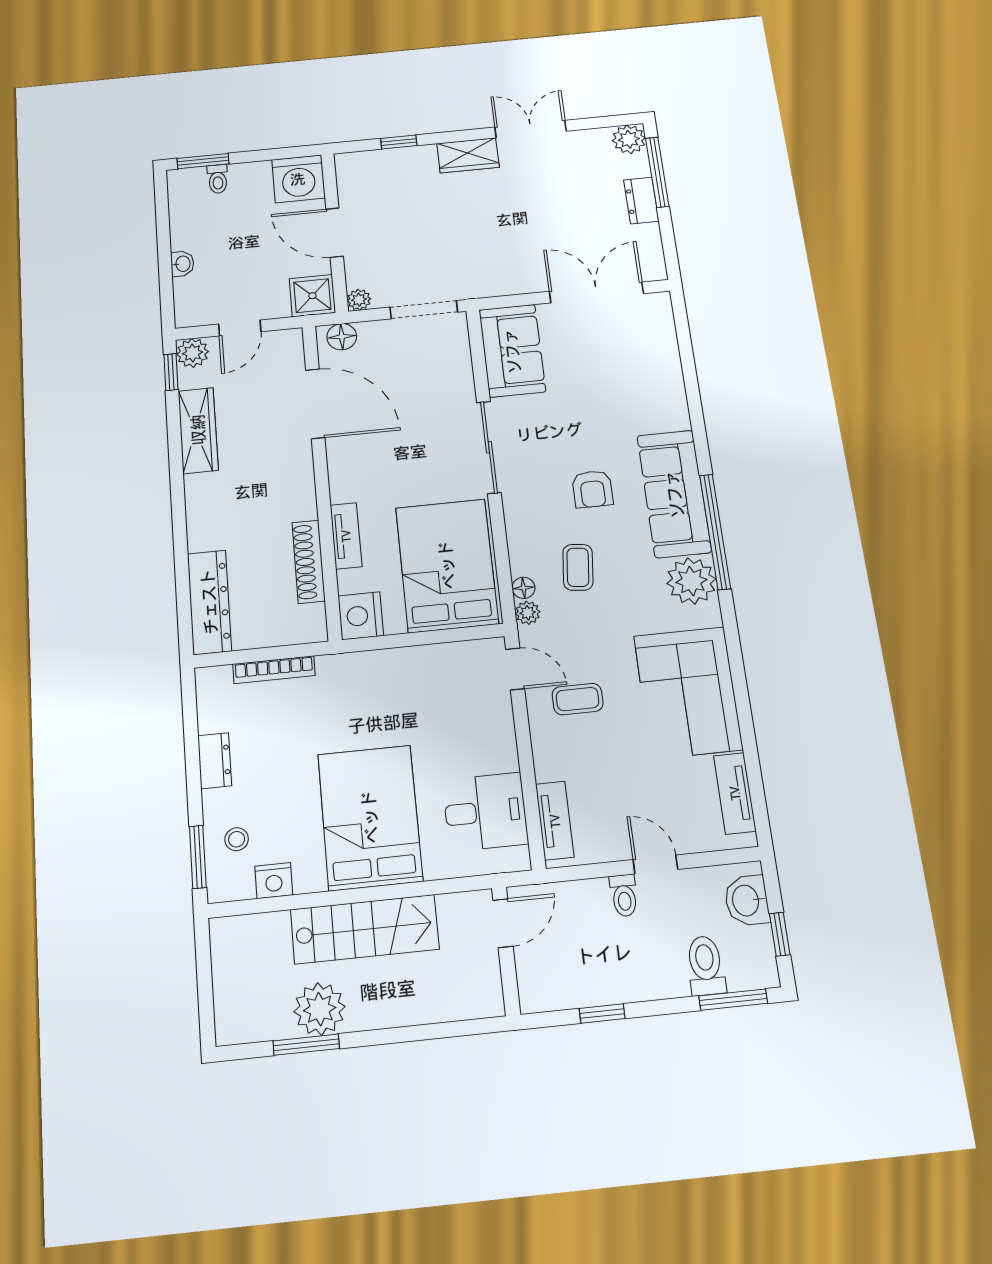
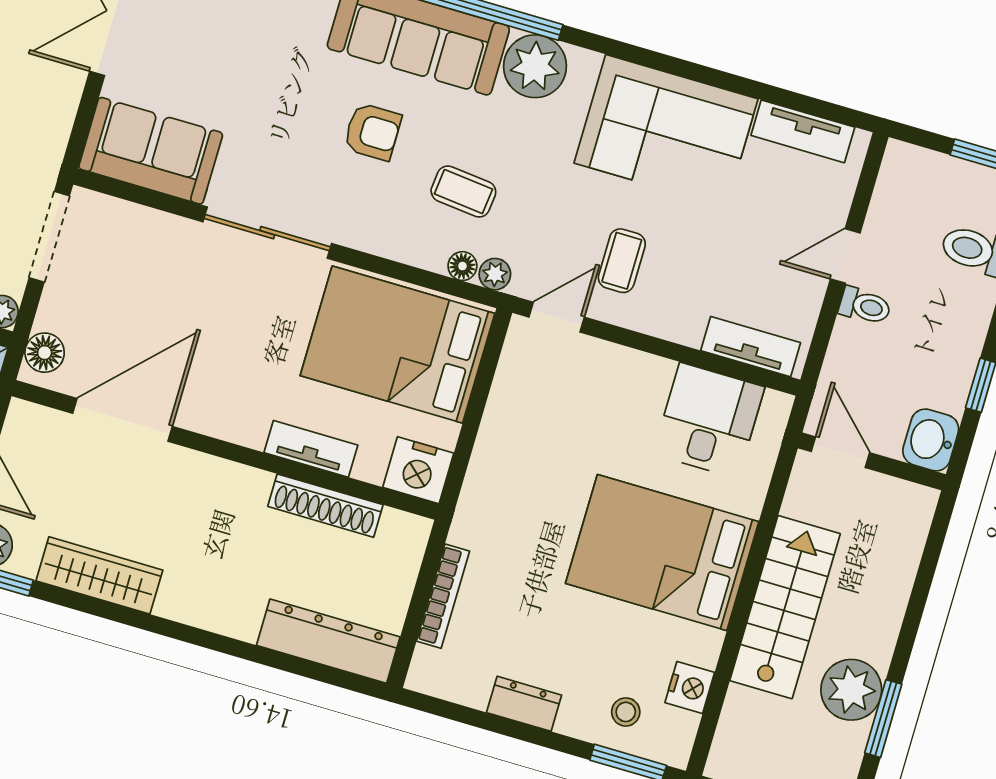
washbasin: (747, 900) -> (931, 440), moved, turned 90

